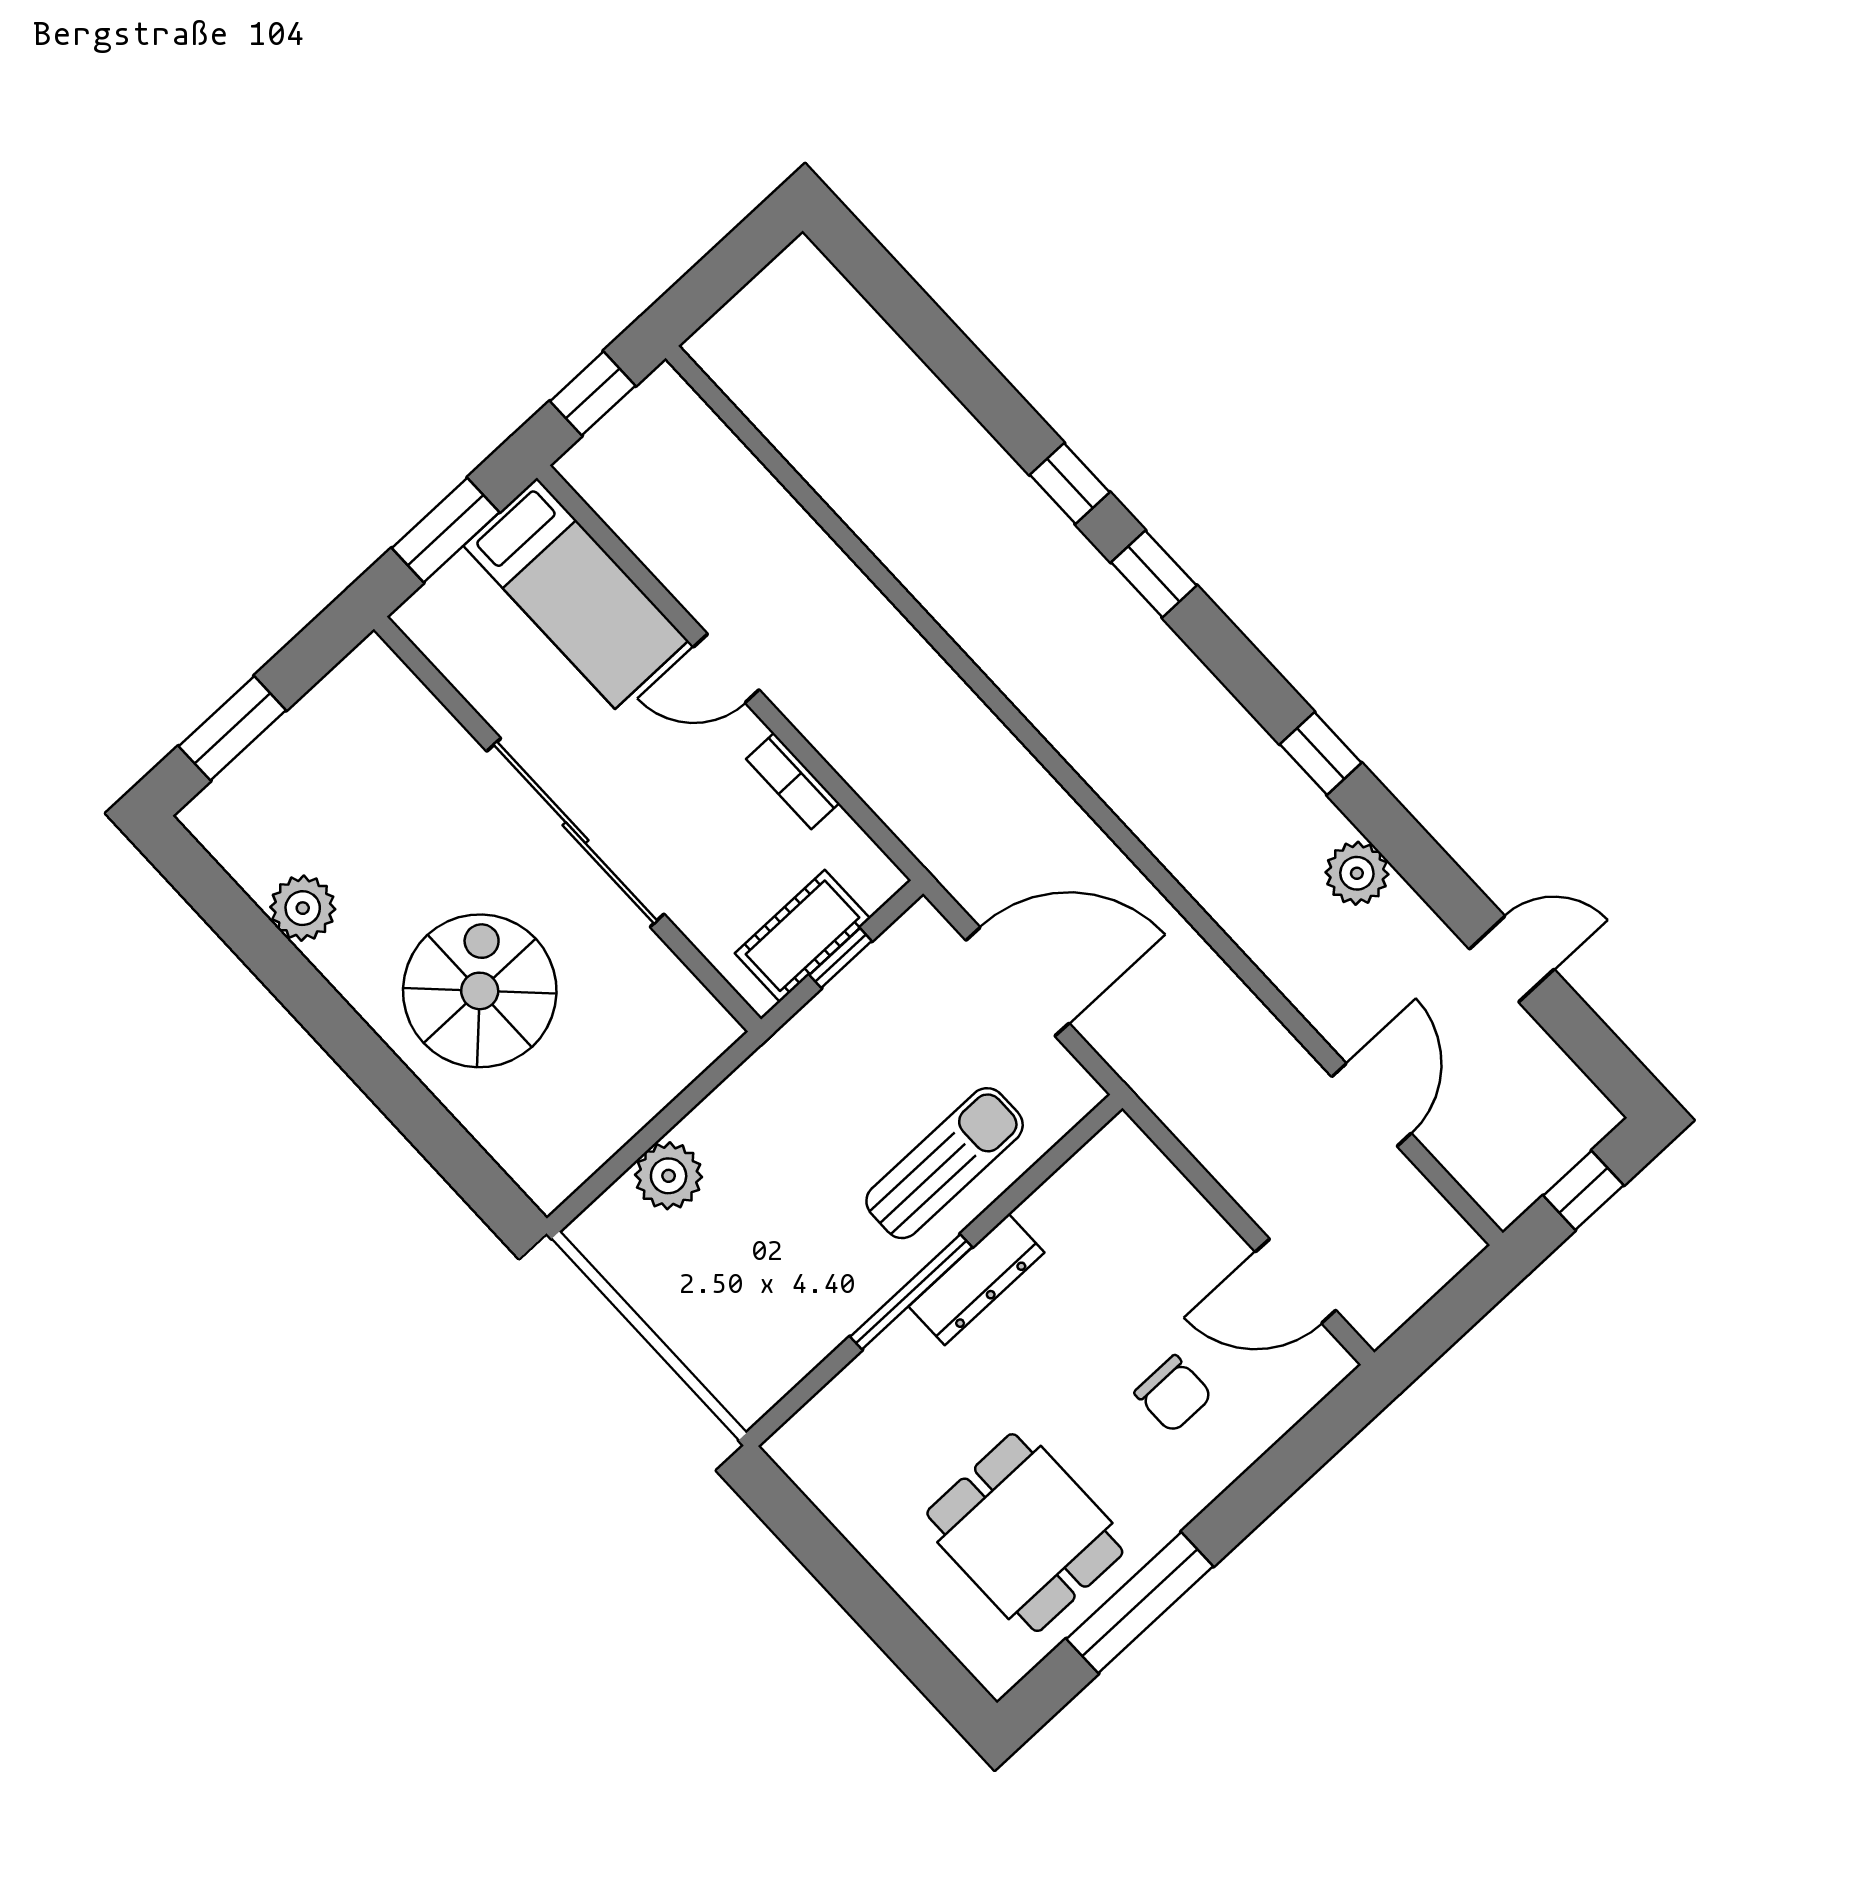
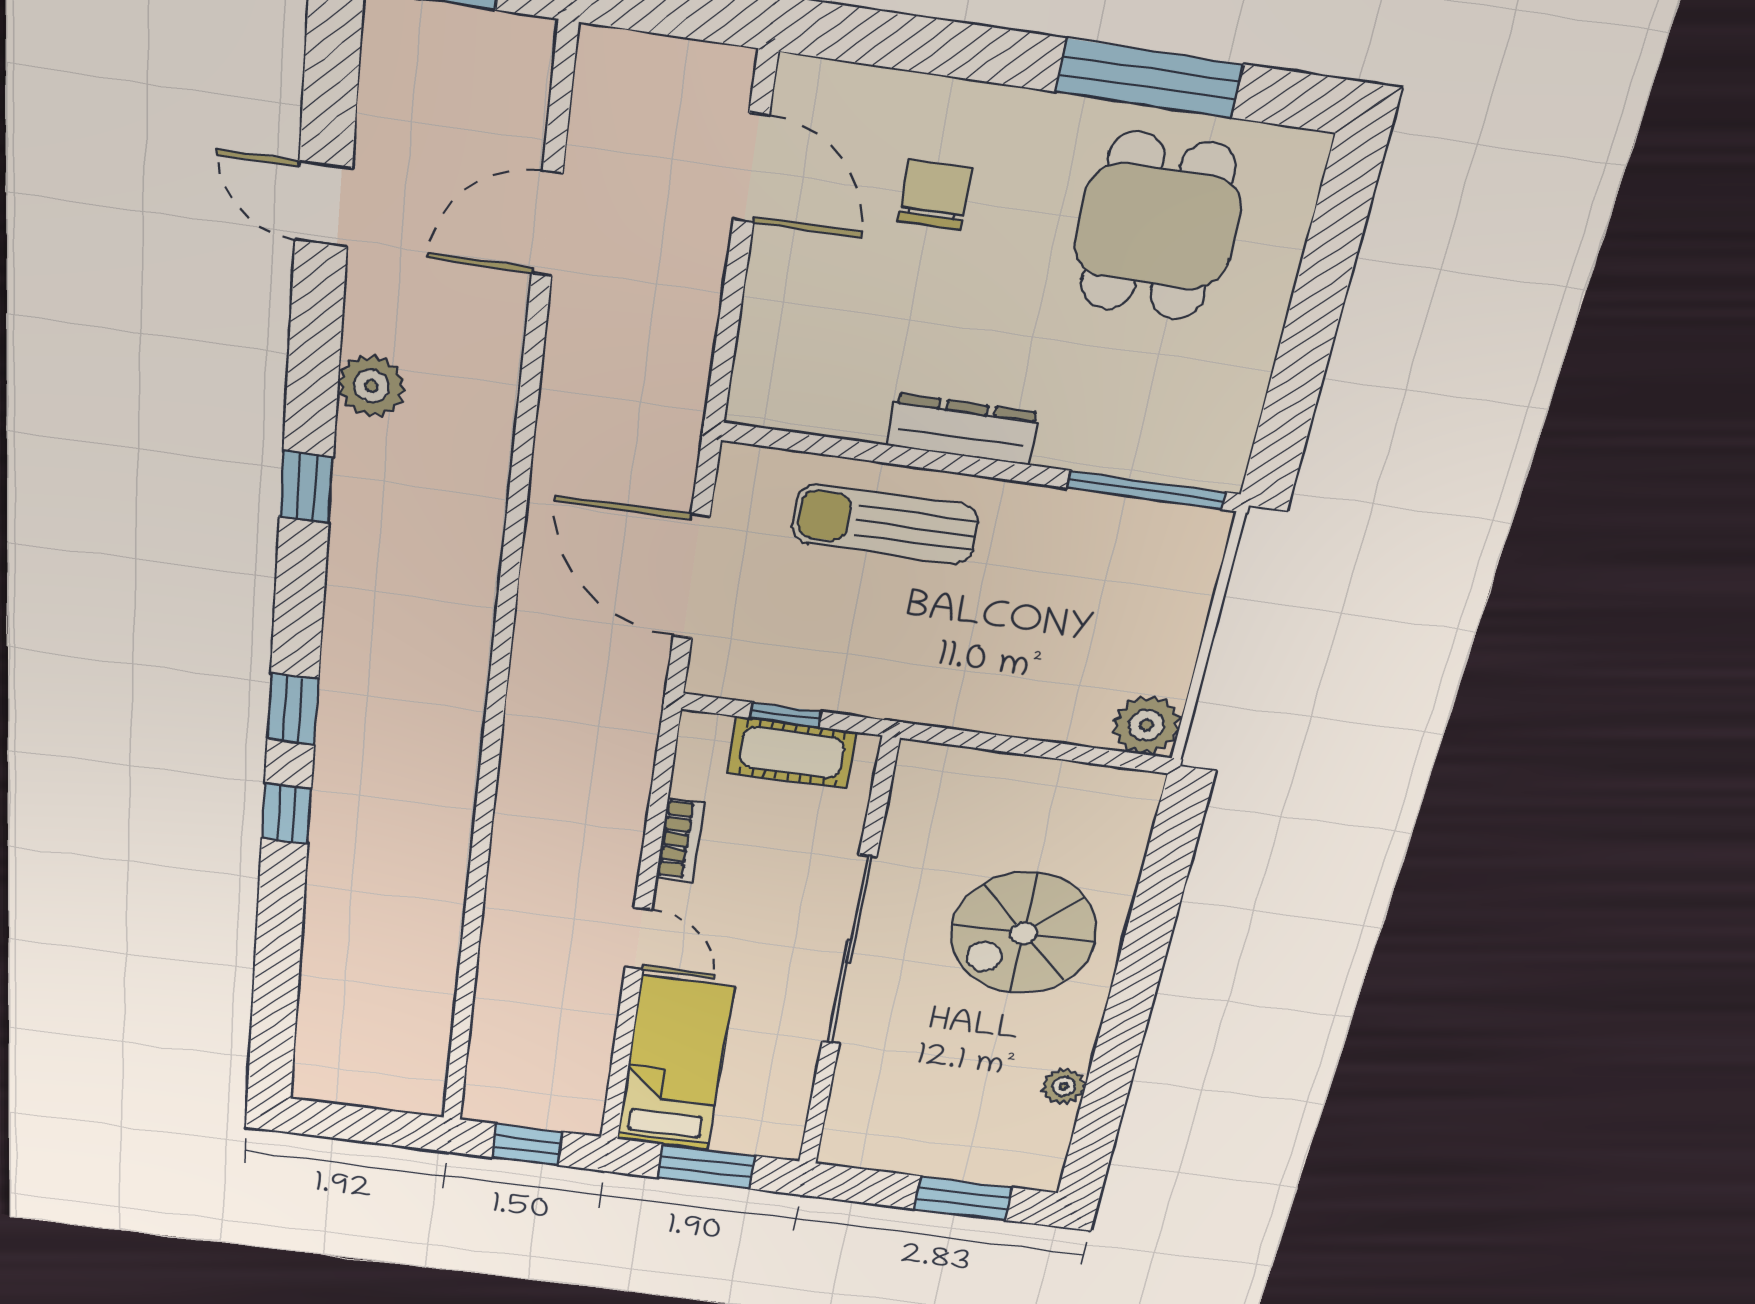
plant: (303, 908) -> (1064, 1086), width x0.73, depth x0.73
plant: (669, 1176) -> (1146, 725), moved
window: (911, 1292) -> (1146, 490), moved

